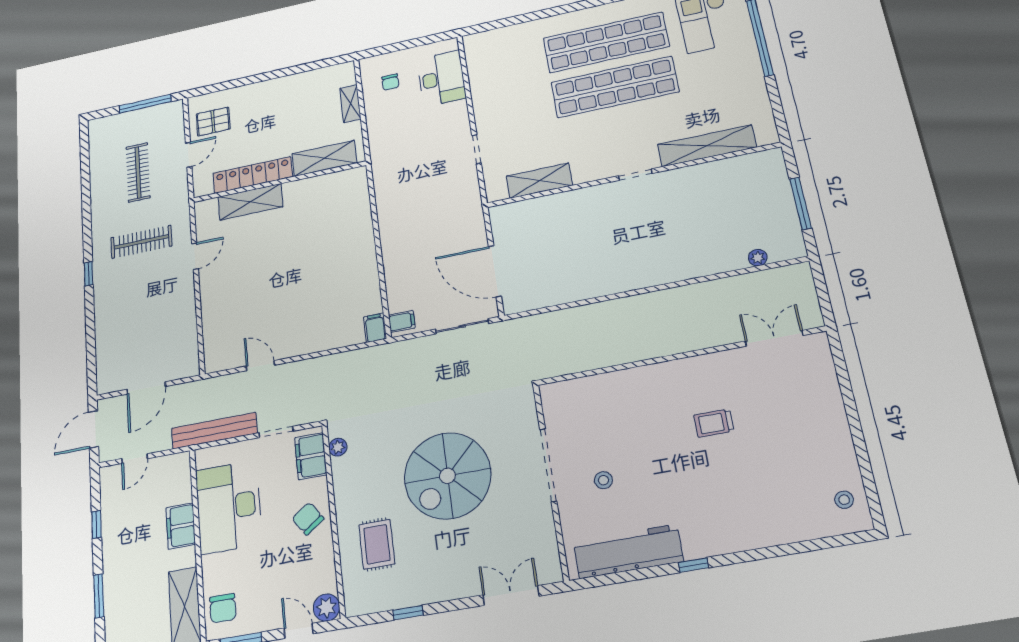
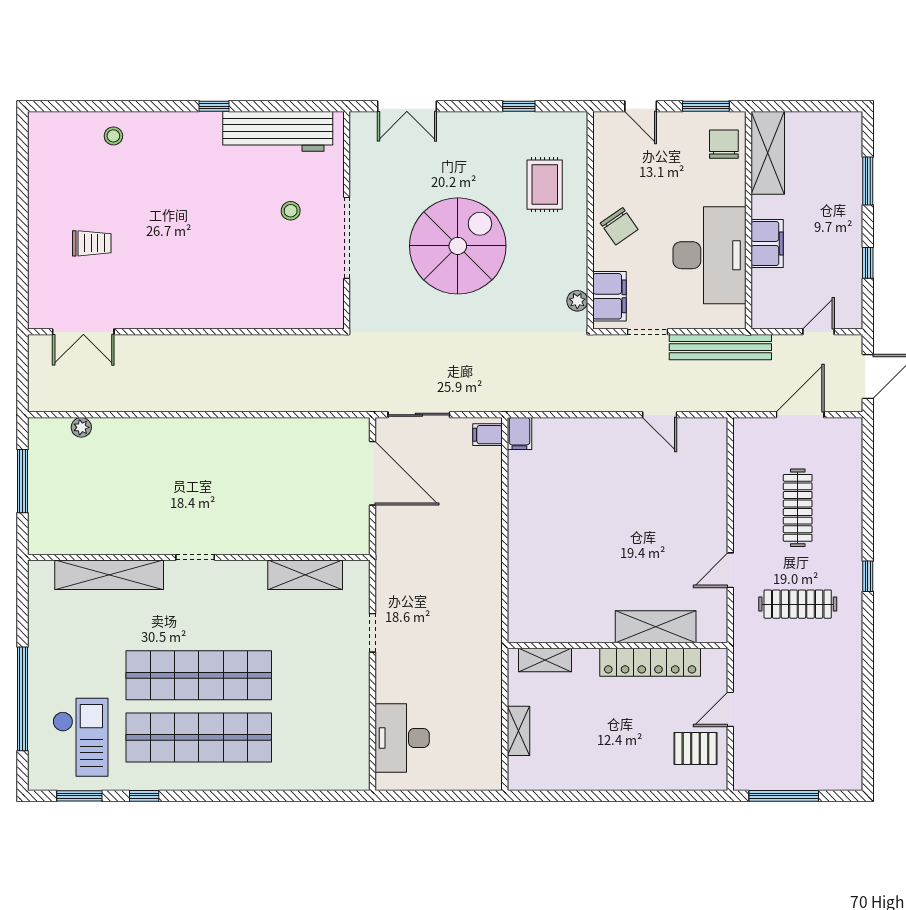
chair: (390, 82) -> (465, 748), removed
shelving: (324, 158) -> (545, 660), width x0.67, depth x0.75
clothes rail: (138, 172) -> (798, 508), moved
trolley: (714, 423) -> (92, 243), moved
stool: (844, 500) -> (113, 136), moved
plant: (326, 608) -> (607, 126), removed

